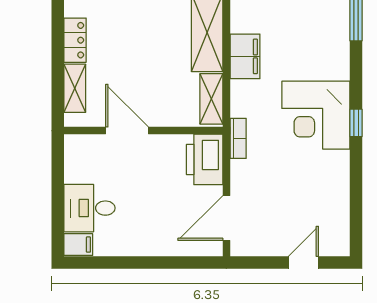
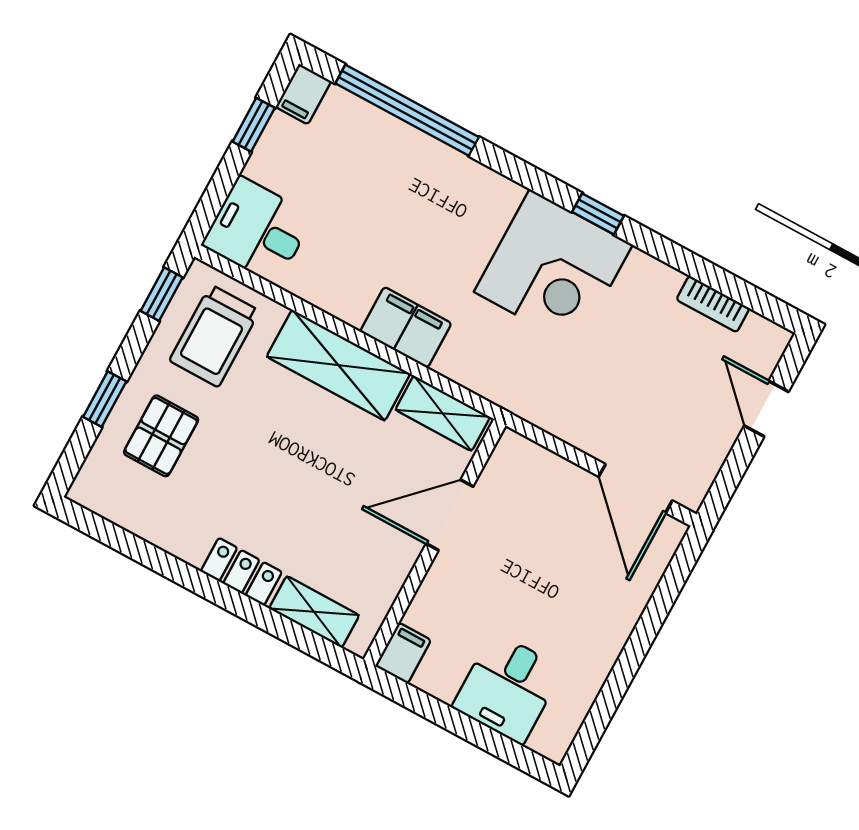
door: (127, 131) -> (450, 515), moved
bookcase: (238, 138) -> (713, 304), moved, turned 180
printer: (205, 159) -> (529, 473), removed
filing cabinet: (78, 245) -> (403, 653), moved

